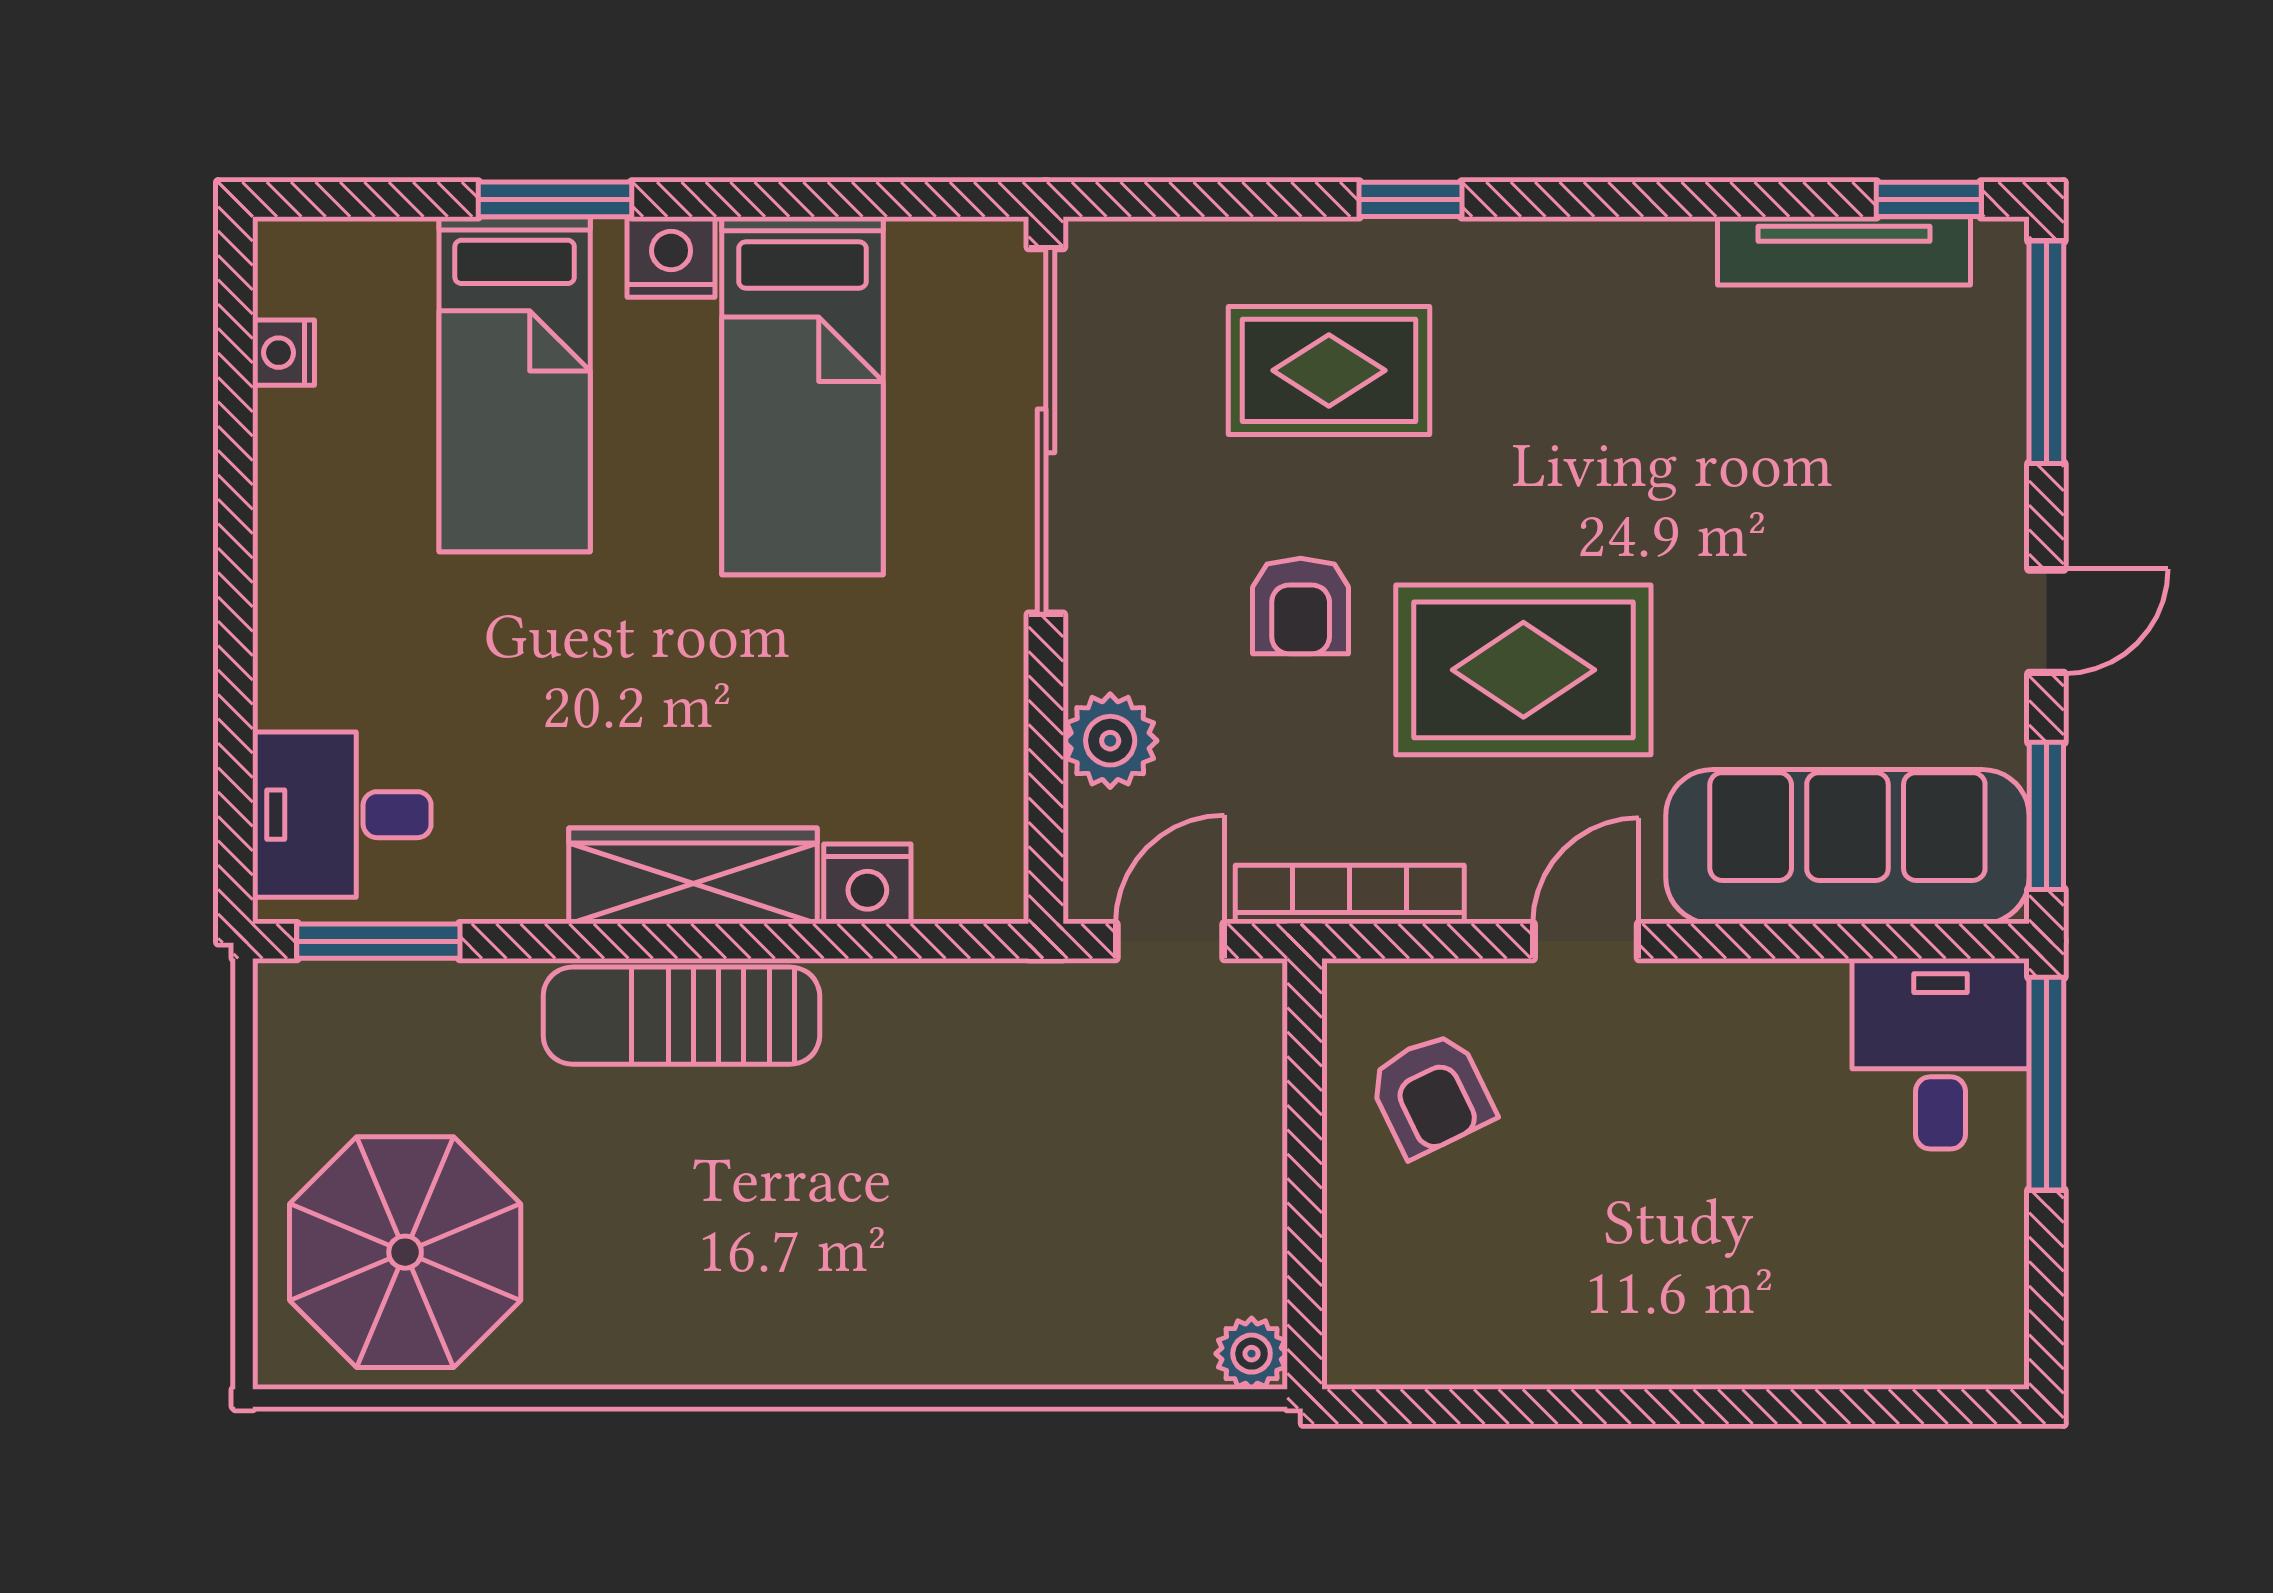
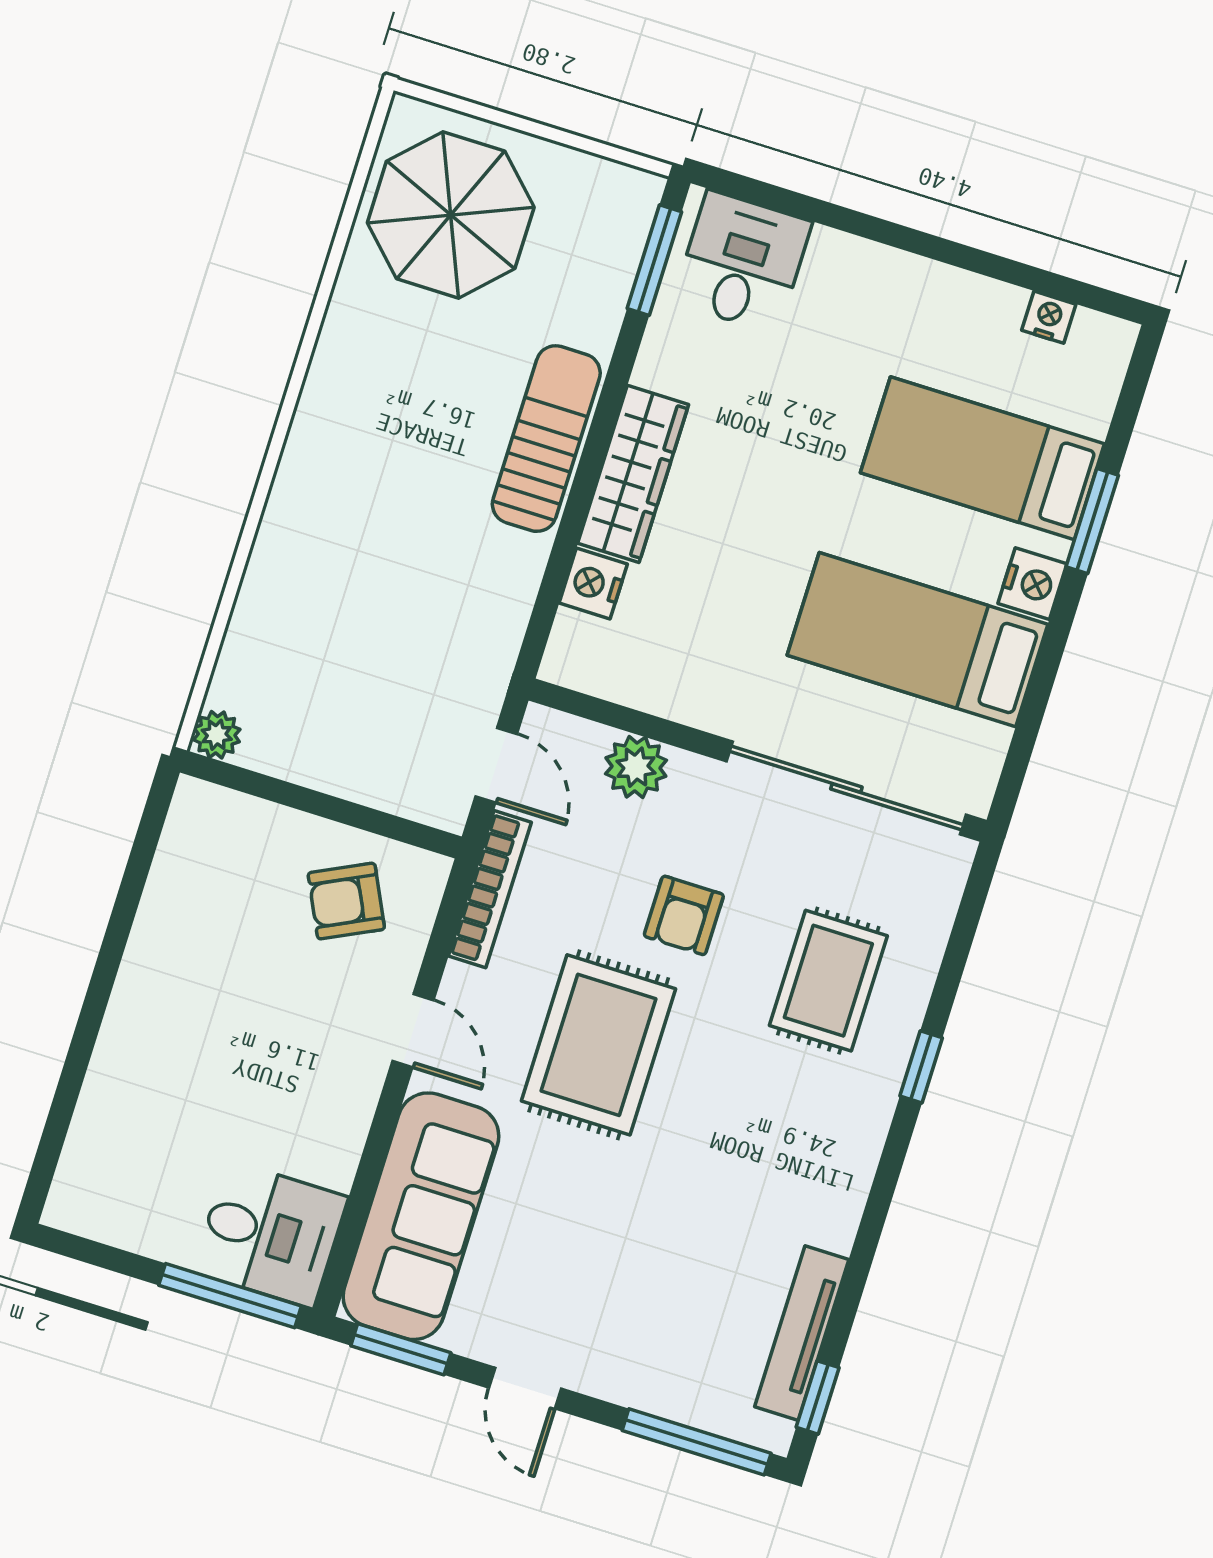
armchair: (1301, 606) -> (684, 915), turned -90

